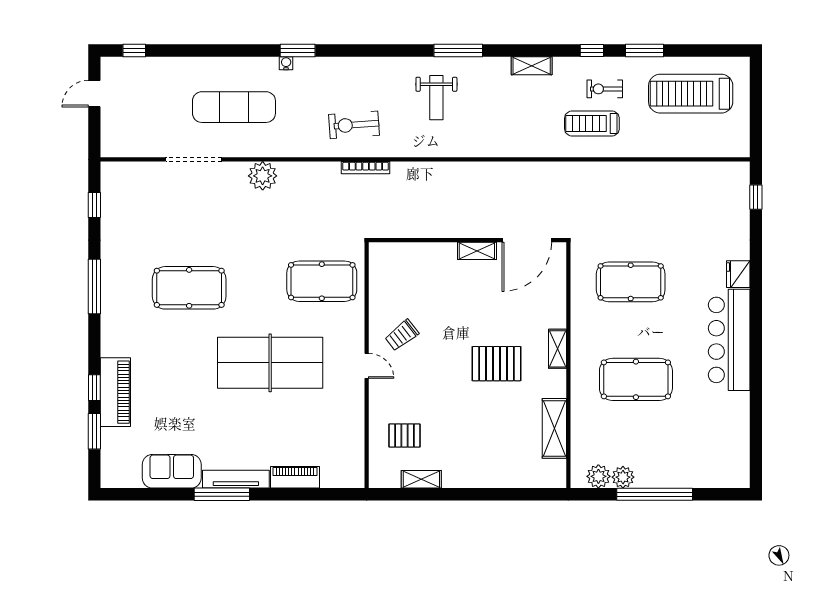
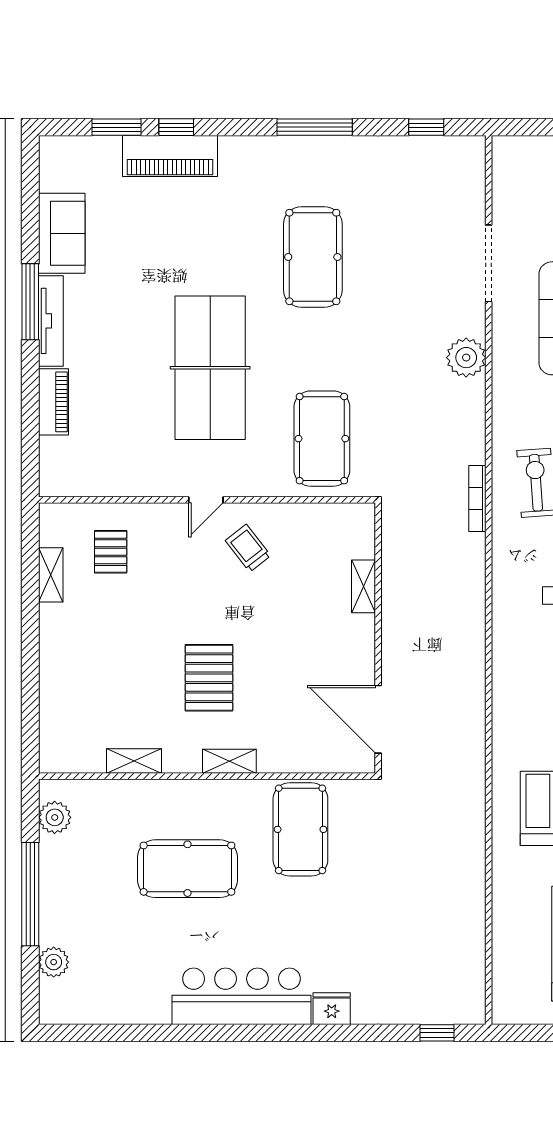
shelving: (477, 251) -> (363, 586), moved
pool table: (631, 282) -> (300, 829), moved
pool table: (636, 379) -> (187, 869), turned 90
shelving: (554, 428) -> (134, 761), width x0.67, depth x0.75
plant: (623, 477) -> (54, 962), moved

